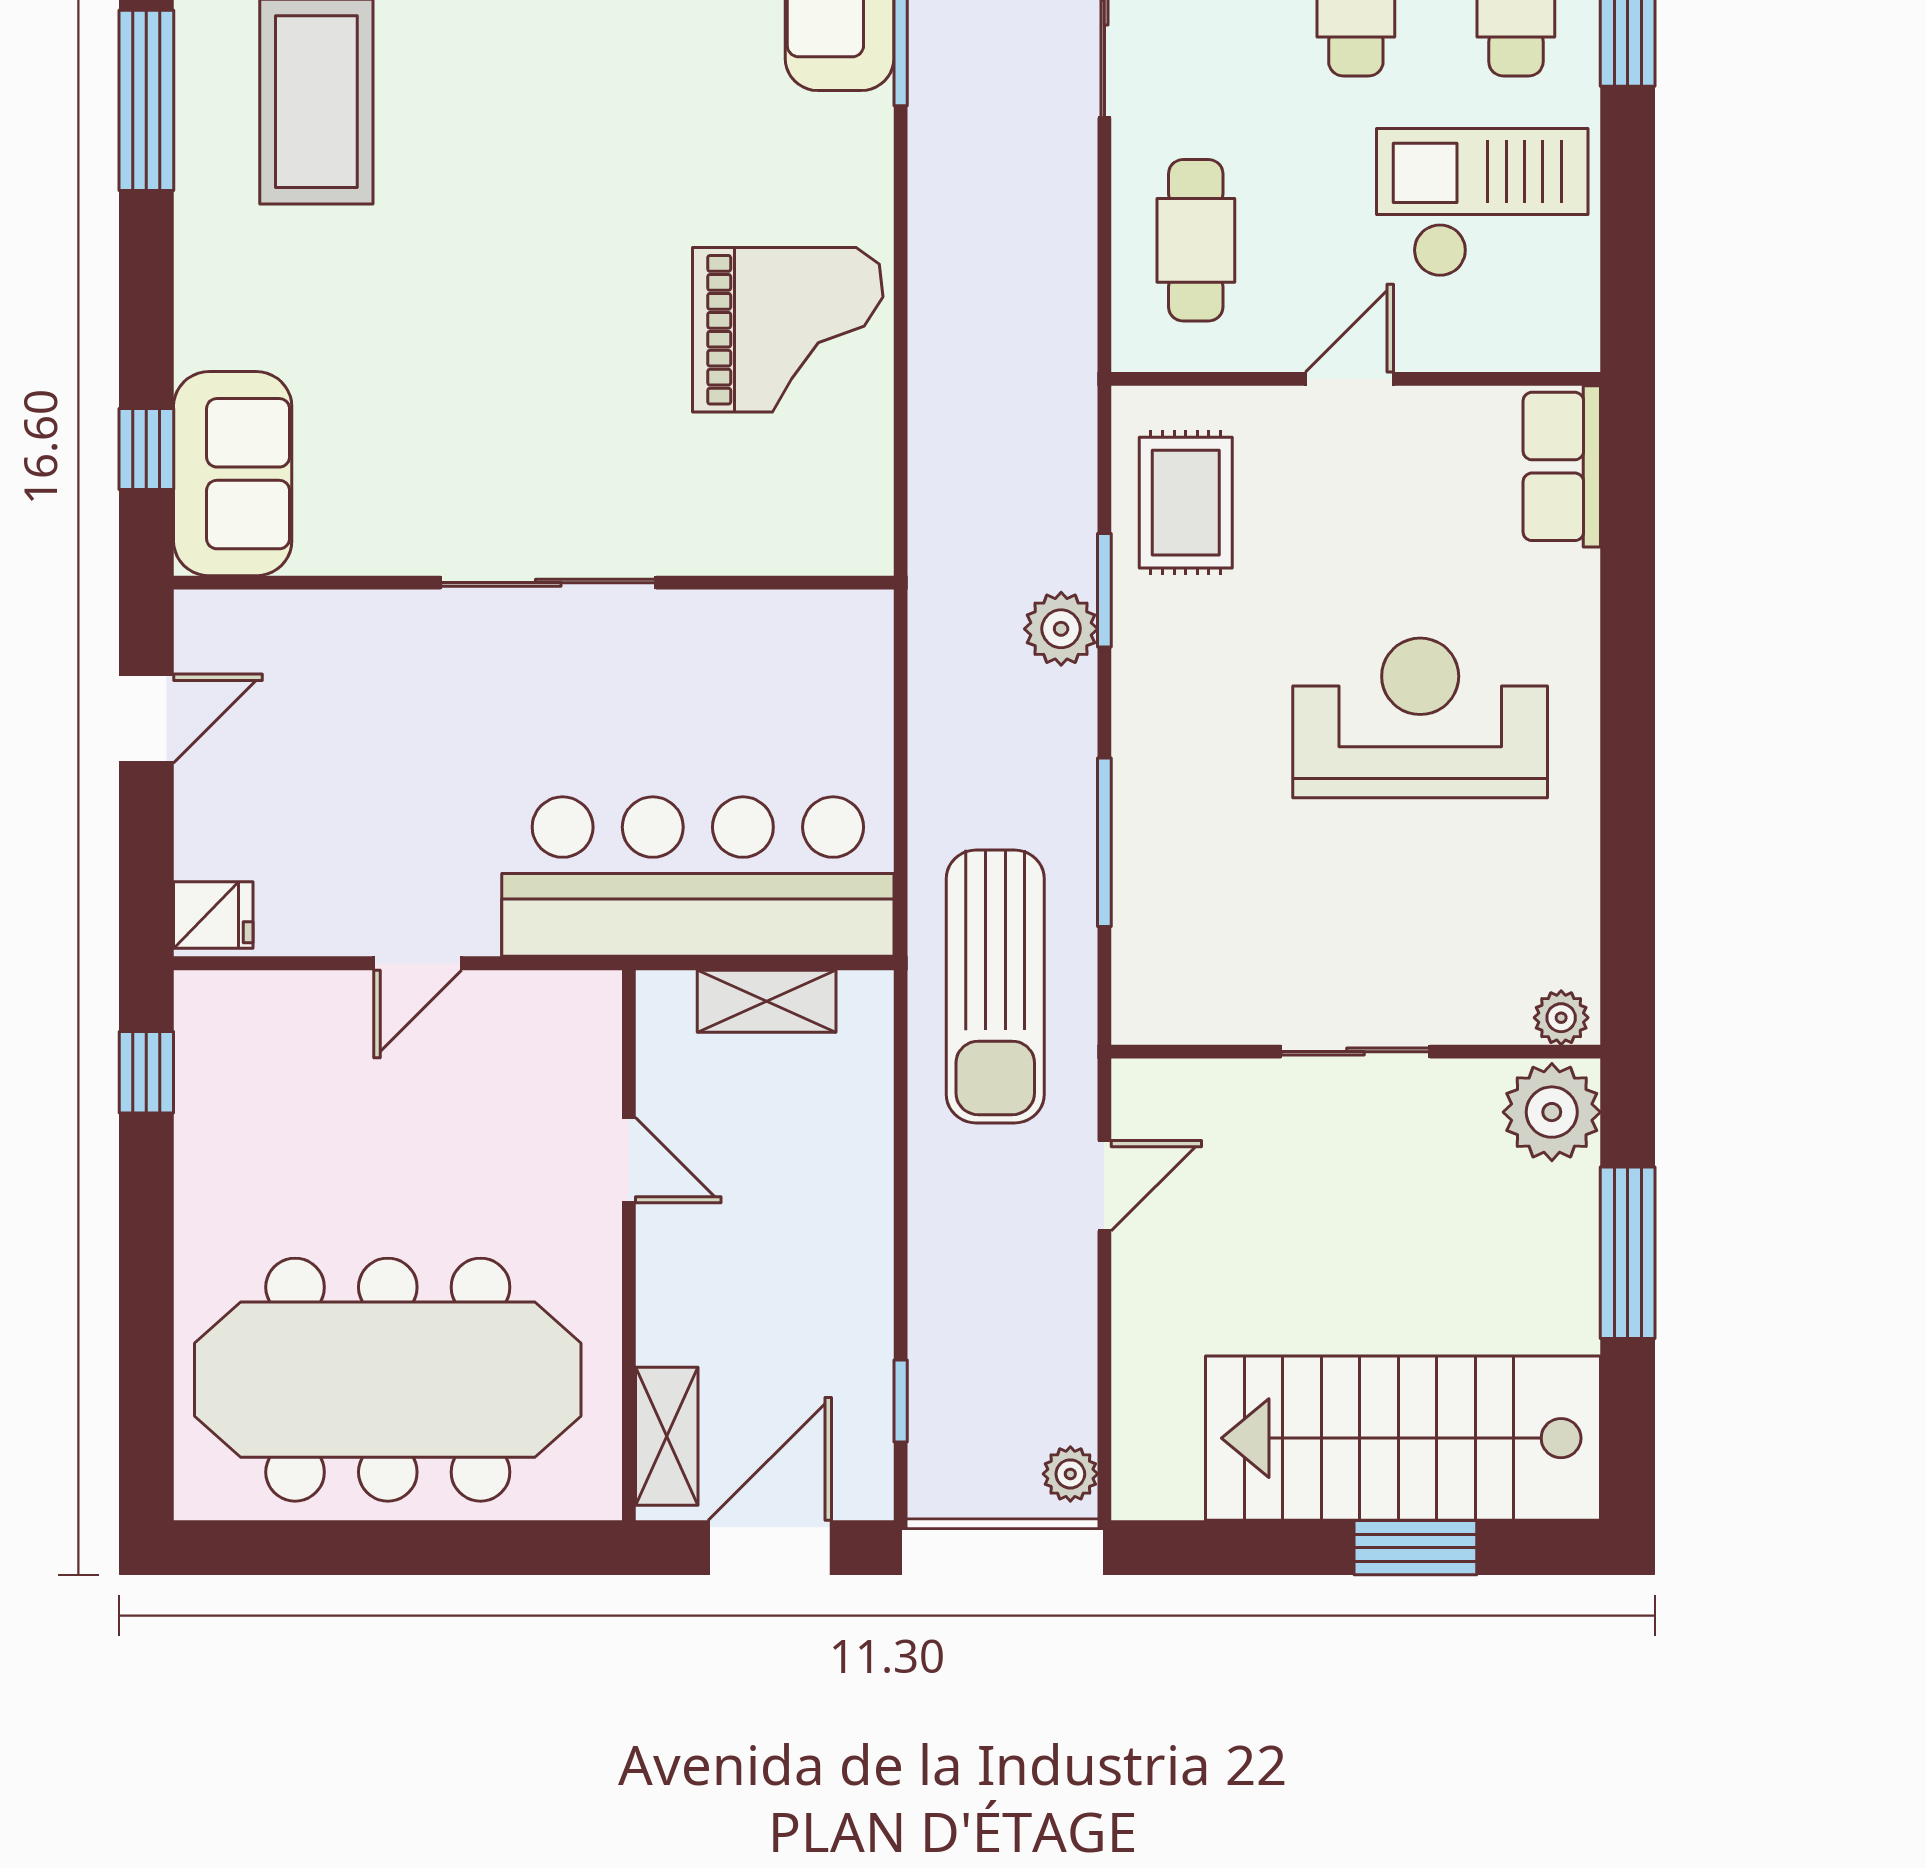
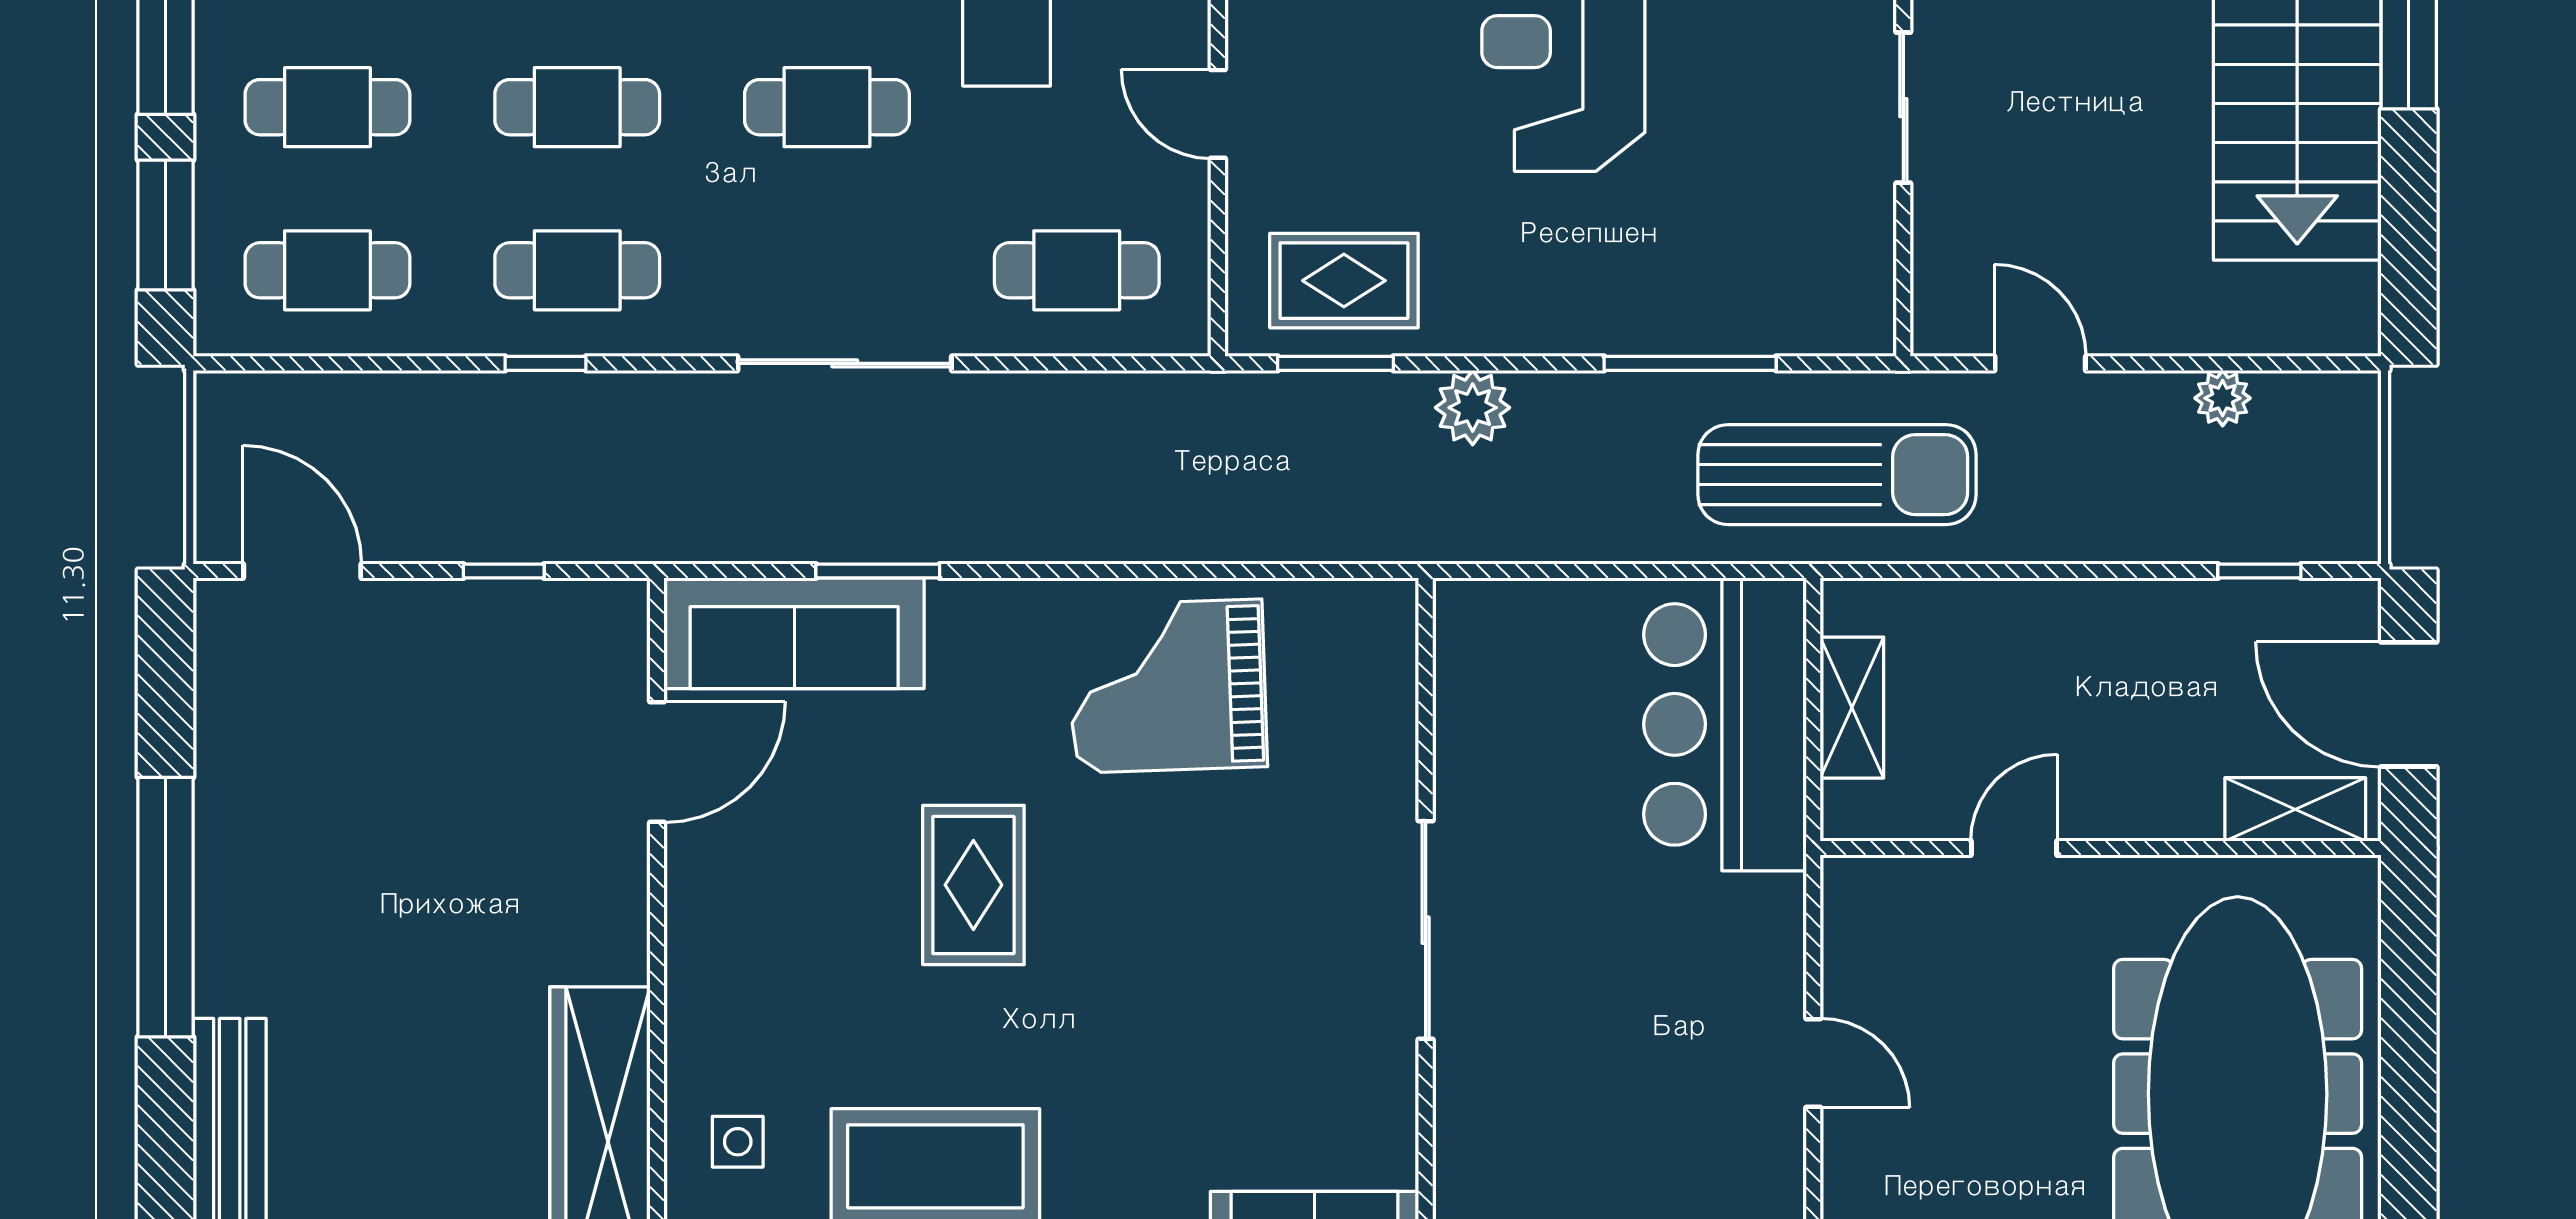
rug: (592, 139) -> (973, 885), added
grand piano: (788, 330) -> (1168, 686), turned -92
window: (1104, 590) -> (1335, 363), moved
bar counter: (698, 877) -> (1725, 724), width x0.73
plant: (1070, 1474) -> (2223, 398), moved

